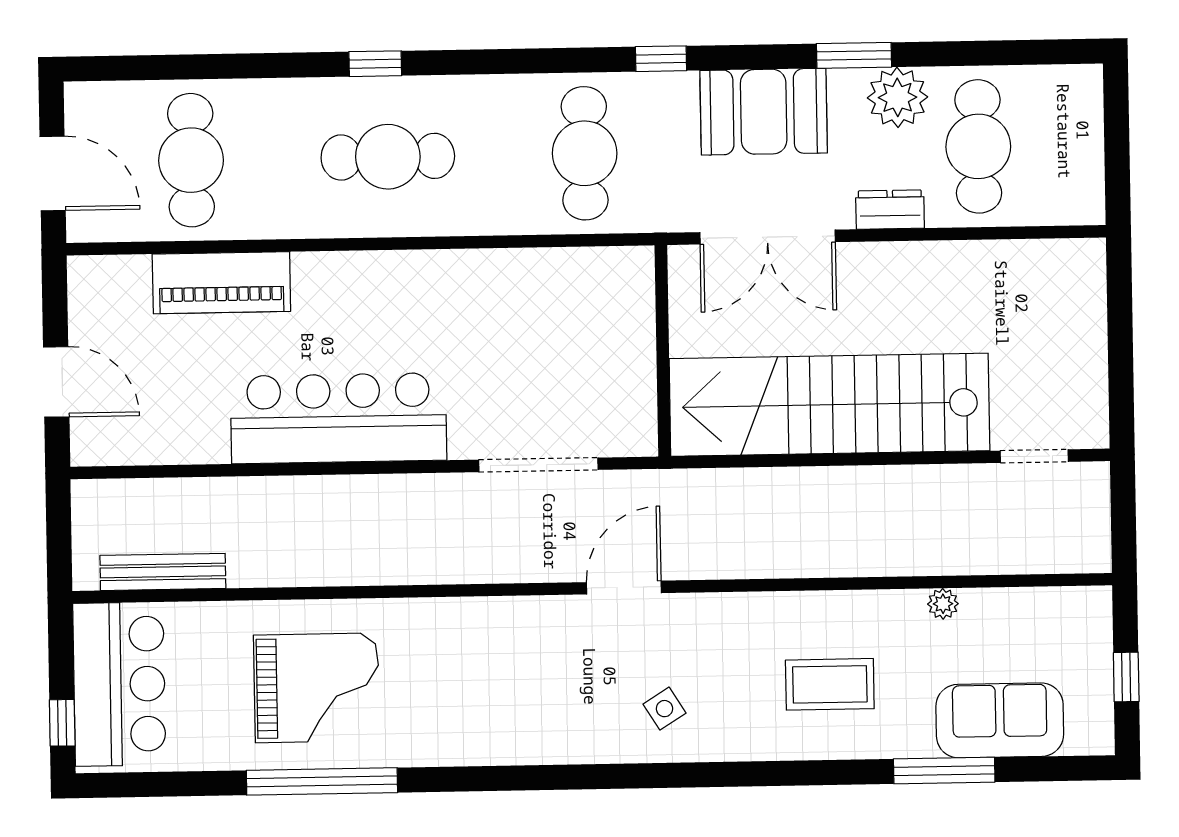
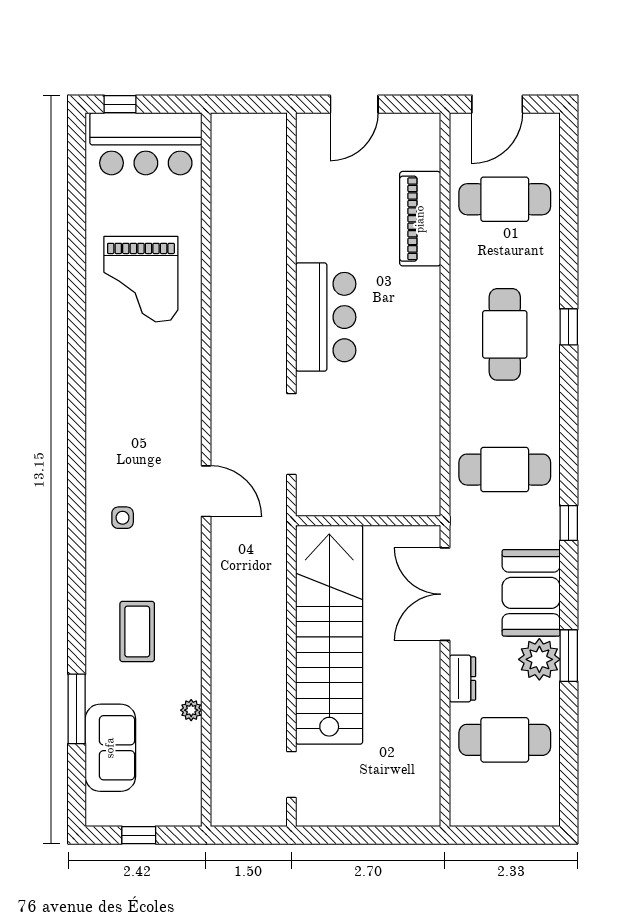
plant: (897, 97) -> (539, 659), moved
bar counter: (338, 418) -> (326, 317), width x0.73
bench: (163, 572) -> (222, 175), removed
side table: (665, 709) -> (123, 518), turned 32
window: (322, 781) -> (77, 282), removed

